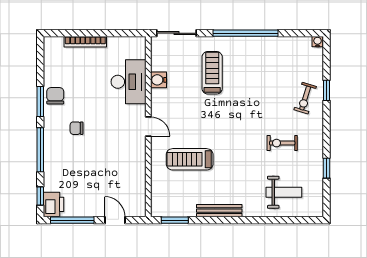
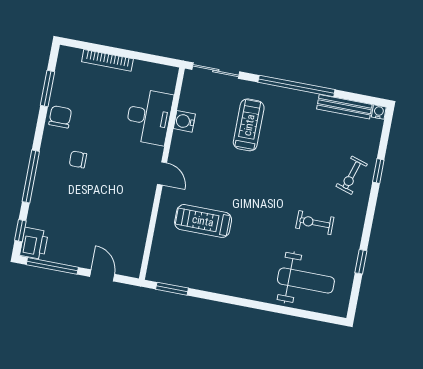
window: (40, 102) -> (48, 88), moved
weight bench: (284, 192) -> (306, 281), width x1.36, depth x1.33
bench: (219, 211) -> (344, 107), moved

